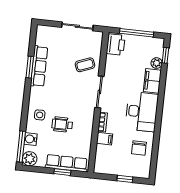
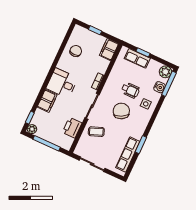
printer: (116, 45) -> (72, 128), moved
plant: (157, 63) -> (32, 129), moved
row of seats: (39, 66) -> (128, 155), moved
chair: (65, 98) -> (121, 111), added
desk: (142, 112) -> (62, 83), width x0.73
filing cabinet: (105, 139) -> (109, 50), moved, width x2.00
row of seats: (67, 163) -> (137, 58), width x0.68

